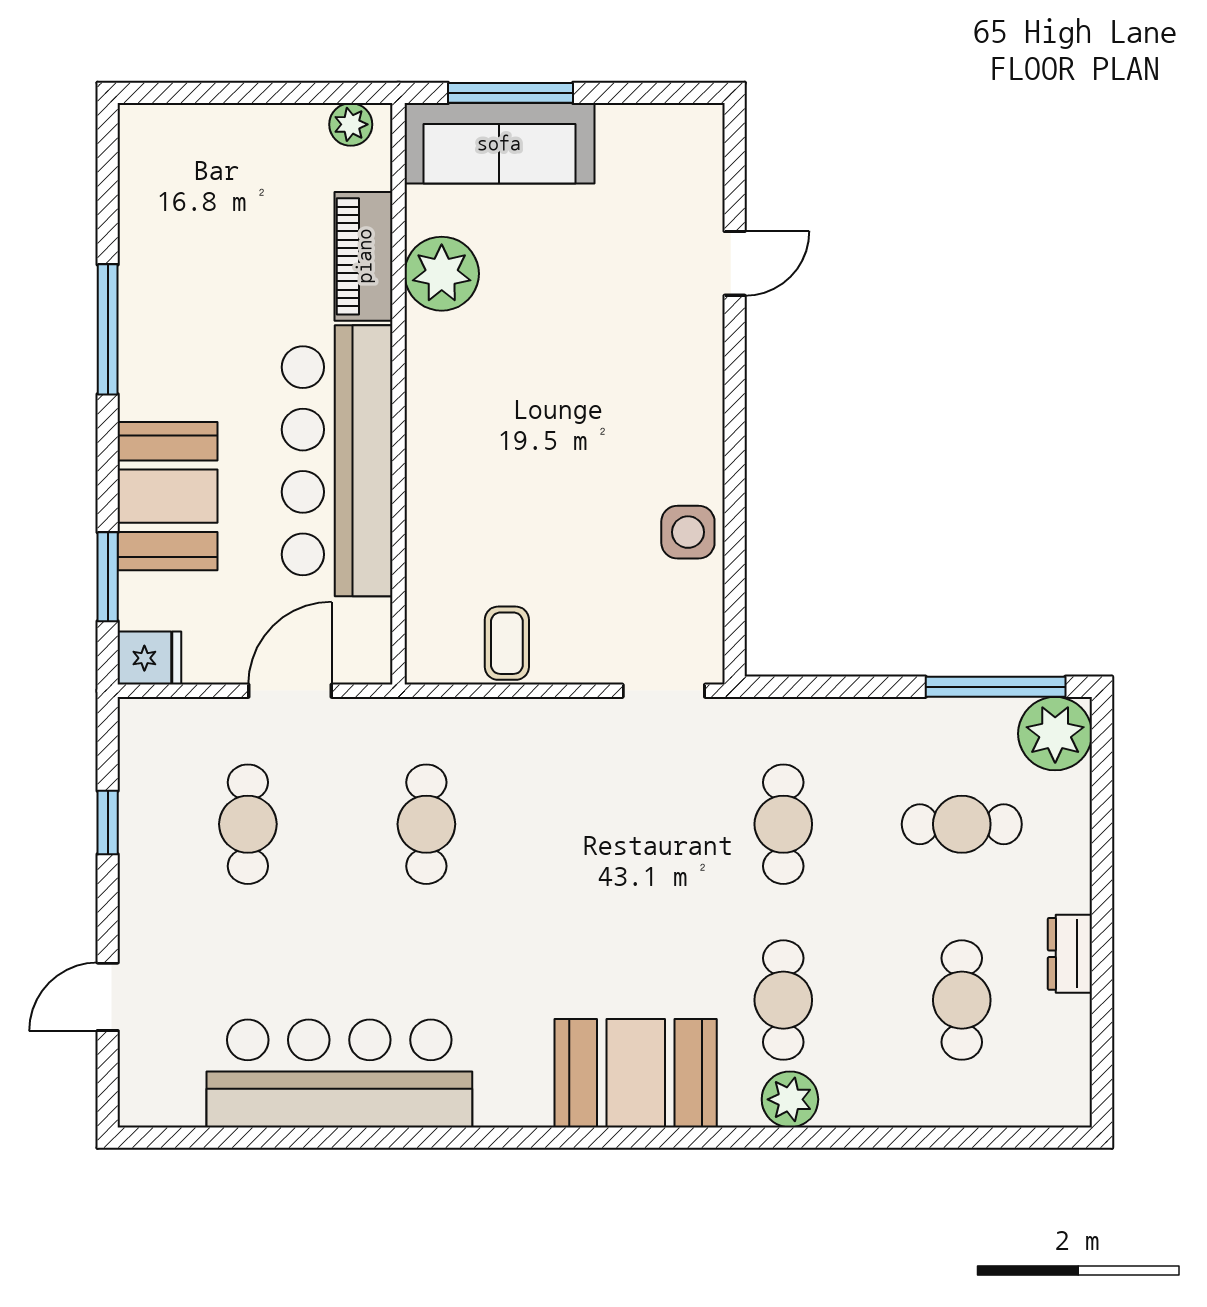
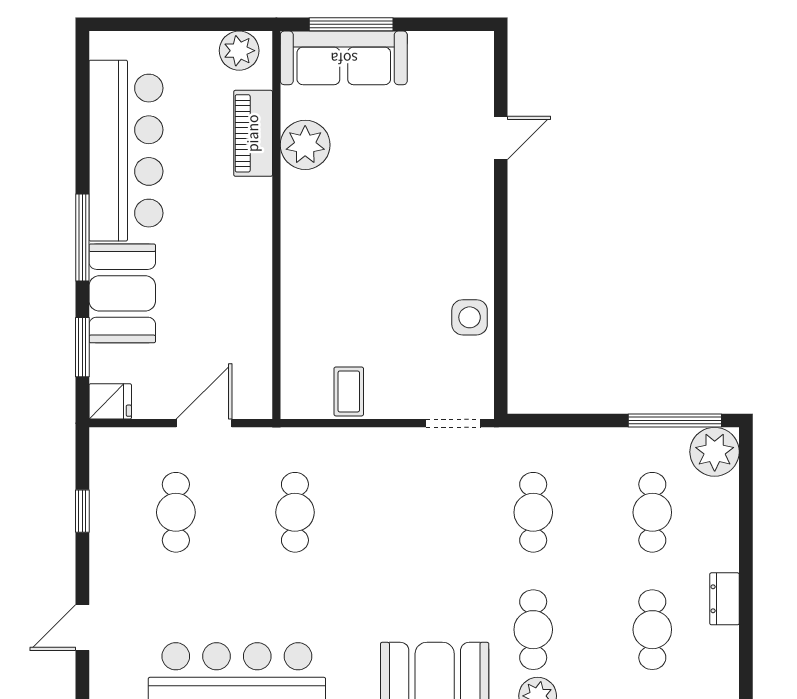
plant: (351, 124) -> (239, 51), width x1.38, depth x1.38
window: (108, 329) -> (82, 238), moved
bar counter: (337, 461) -> (126, 151), moved, turned 180
cafe table: (962, 824) -> (652, 512), turned 90

